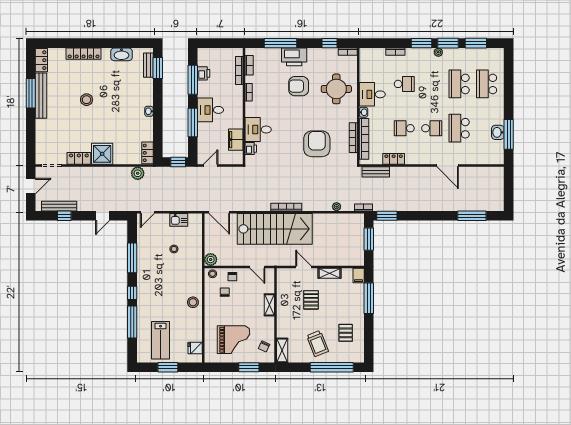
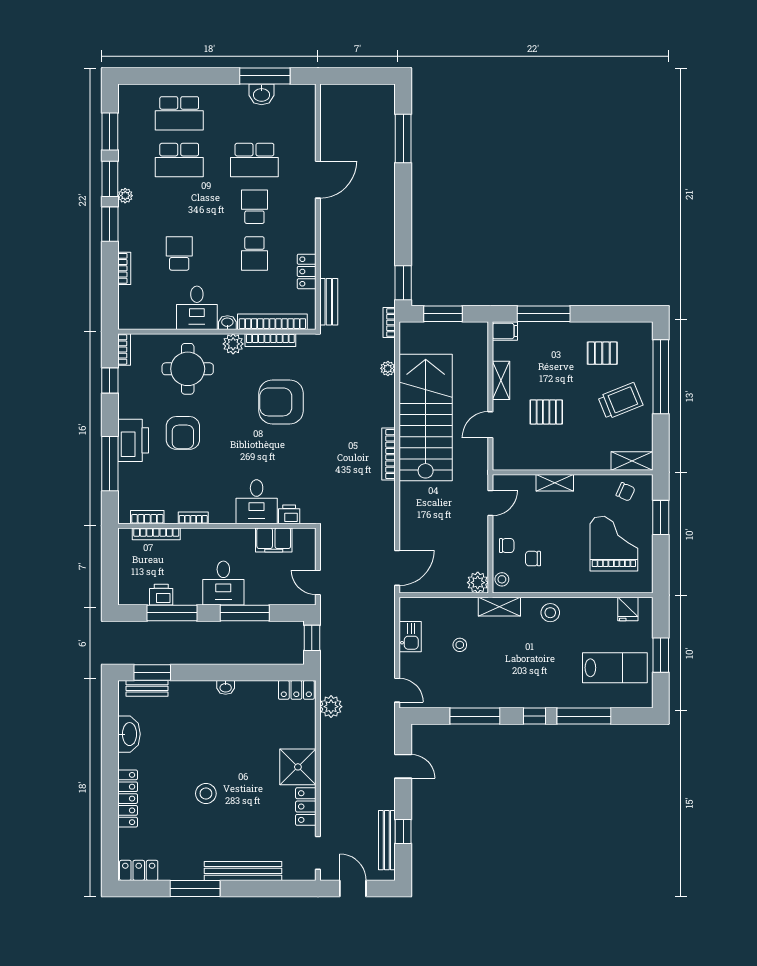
bench: (41, 96) -> (243, 871), moved
plant: (351, 116) -> (233, 344), added
stairs: (275, 229) -> (426, 418), moved
shelving: (196, 272) -> (499, 607), added

